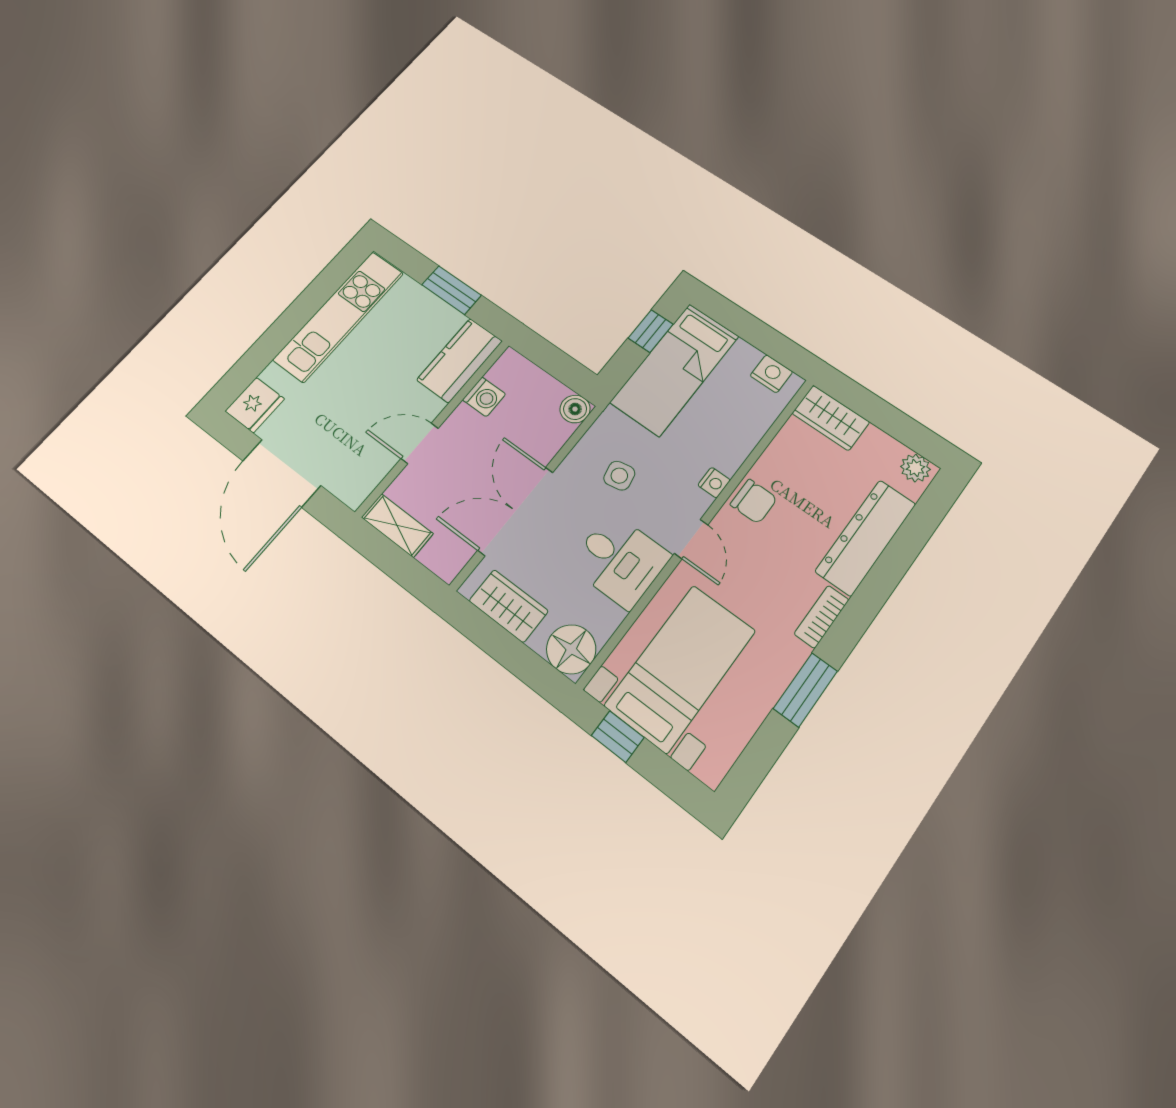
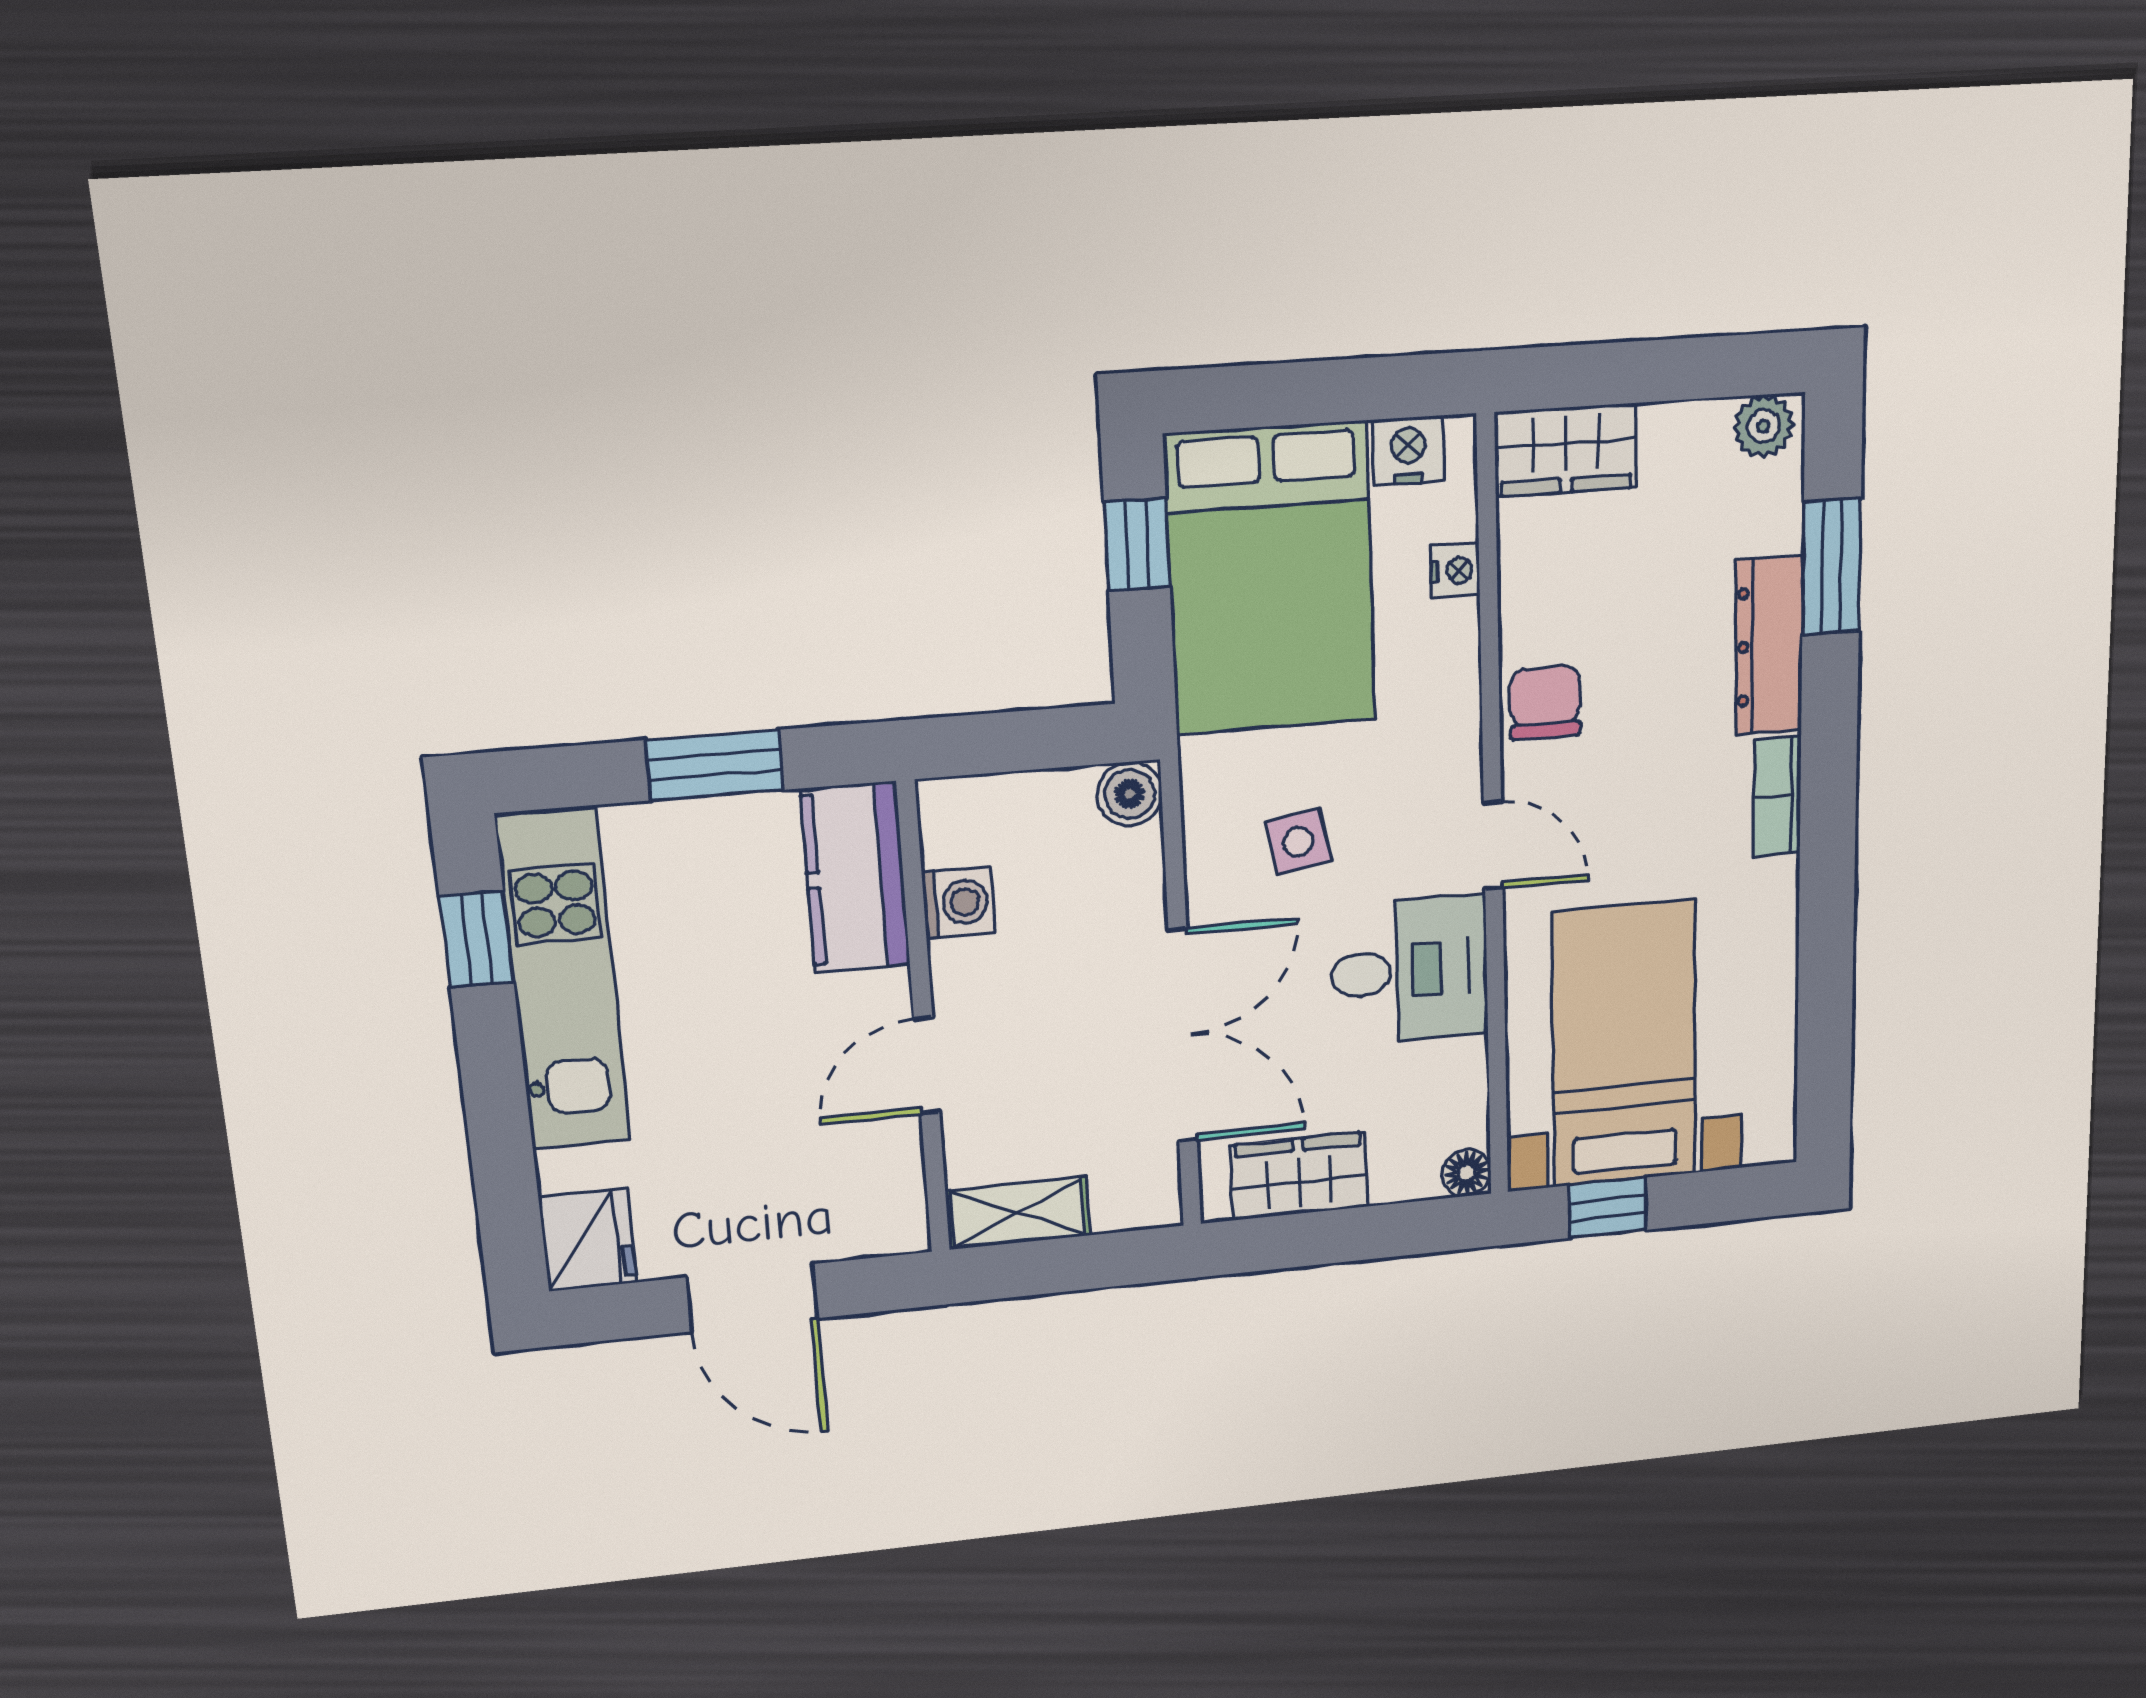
window: (328, 282) -> (477, 940), added
bed: (675, 369) -> (1271, 579), width x1.50
door: (282, 473) -> (752, 1298), width x0.73
nightstand: (714, 483) -> (1455, 570), moved
chair: (754, 501) -> (1545, 703), turned -90
double door: (516, 511) -> (1183, 1036), swing flipped
dresser: (866, 538) -> (1769, 646), width x0.73, depth x0.80
floor lamp: (571, 649) -> (1467, 1173), width x0.53, depth x0.53
window: (805, 690) -> (1831, 567), moved

